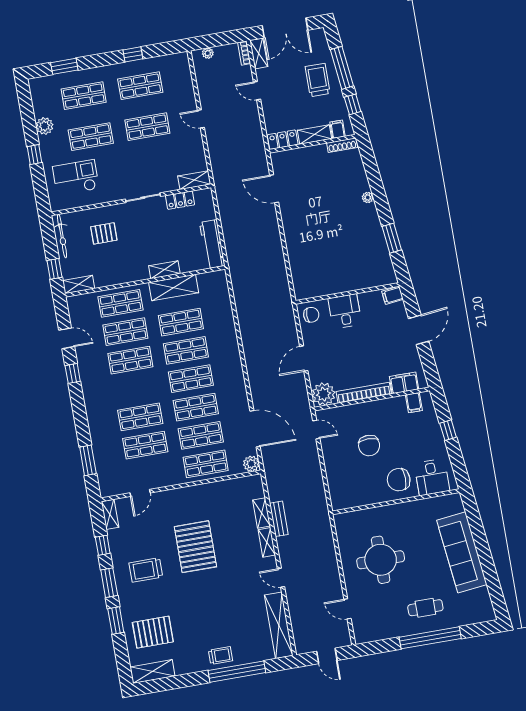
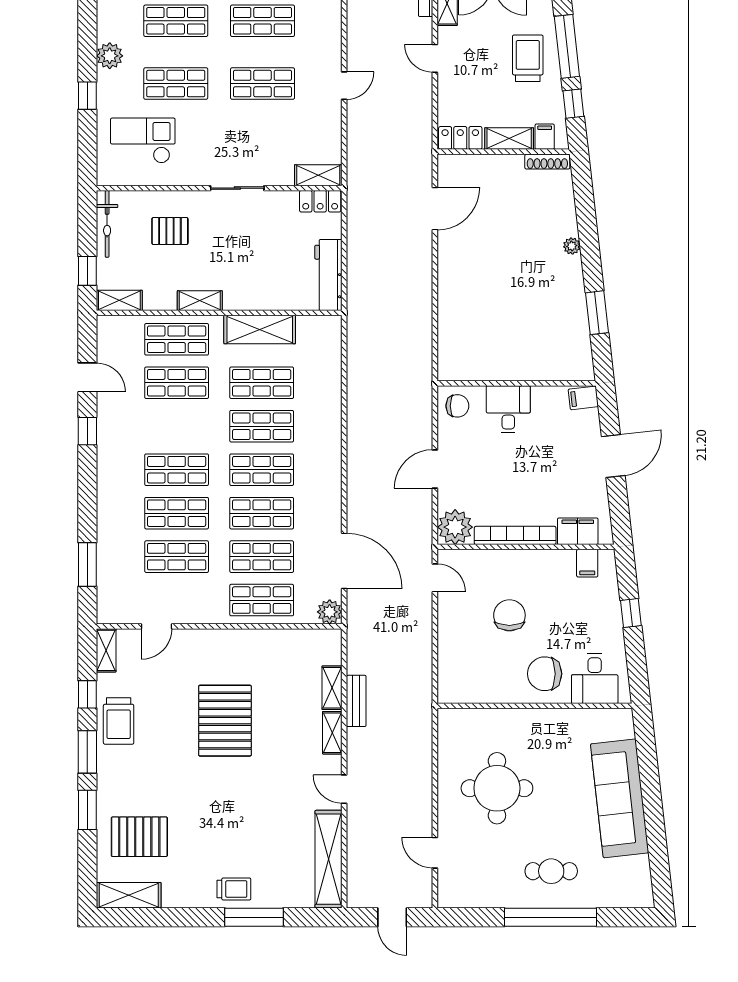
door: (201, 119) -> (344, 86), swing flipped
door: (274, 189) -> (435, 209), swing flipped
locker: (180, 200) -> (320, 201), moved
shelving: (164, 270) -> (200, 301), moved
shop shelf: (130, 360) -> (177, 470), moved
chair: (369, 446) -> (509, 615), turned 180
trolley: (146, 570) -> (119, 721), moved, turned -90
window: (237, 672) -> (254, 917), width x0.68

